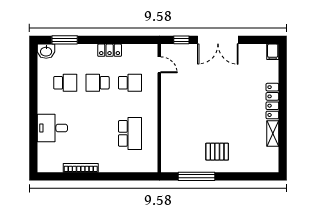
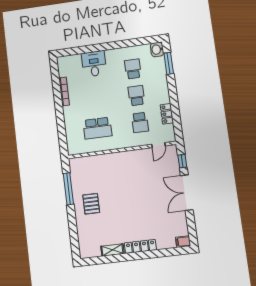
locker: (110, 50) -> (167, 114), moved
school desk: (65, 83) -> (133, 69), turned 180

